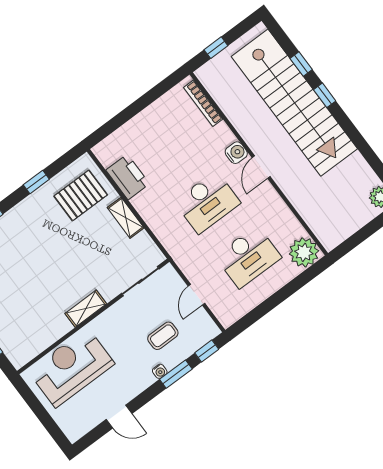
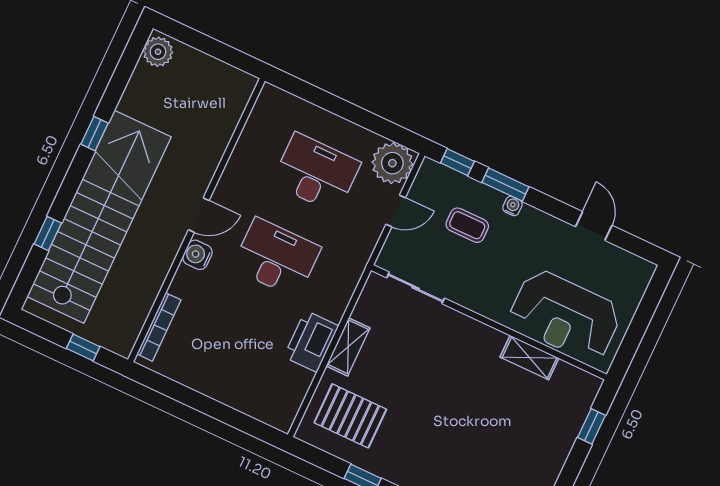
window: (325, 95) -> (95, 134), moved
printer: (128, 177) -> (311, 341), moved
plant: (304, 252) -> (392, 163), moved
shelving: (86, 309) -> (529, 358), moved

